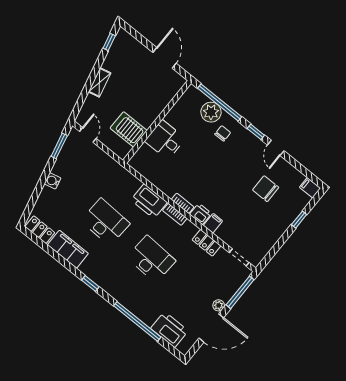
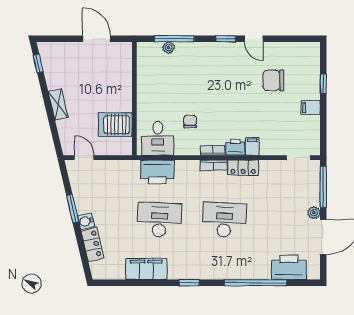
window: (220, 102) -> (174, 39), width x0.68
plant: (211, 112) -> (169, 48), width x0.53, depth x0.53
chair: (223, 133) -> (190, 122), moved
desk: (165, 140) -> (158, 138), moved, turned -90
window: (59, 146) -> (73, 209), moved
filing cabinet: (310, 188) -> (311, 108), moved
printer: (149, 201) -> (157, 172), moved
locker: (40, 230) -> (92, 244), moved, turned 77
locker: (206, 243) -> (243, 168), moved

